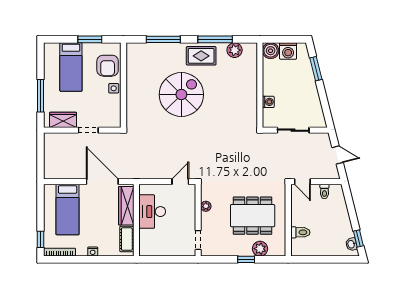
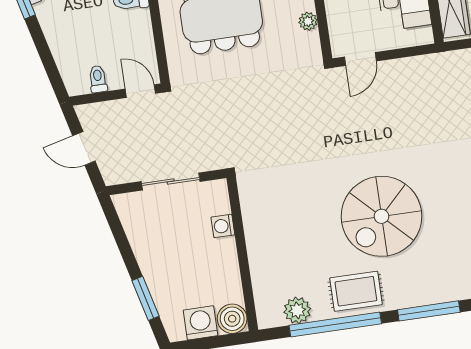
window: (215, 39) -> (335, 325), width x1.46

